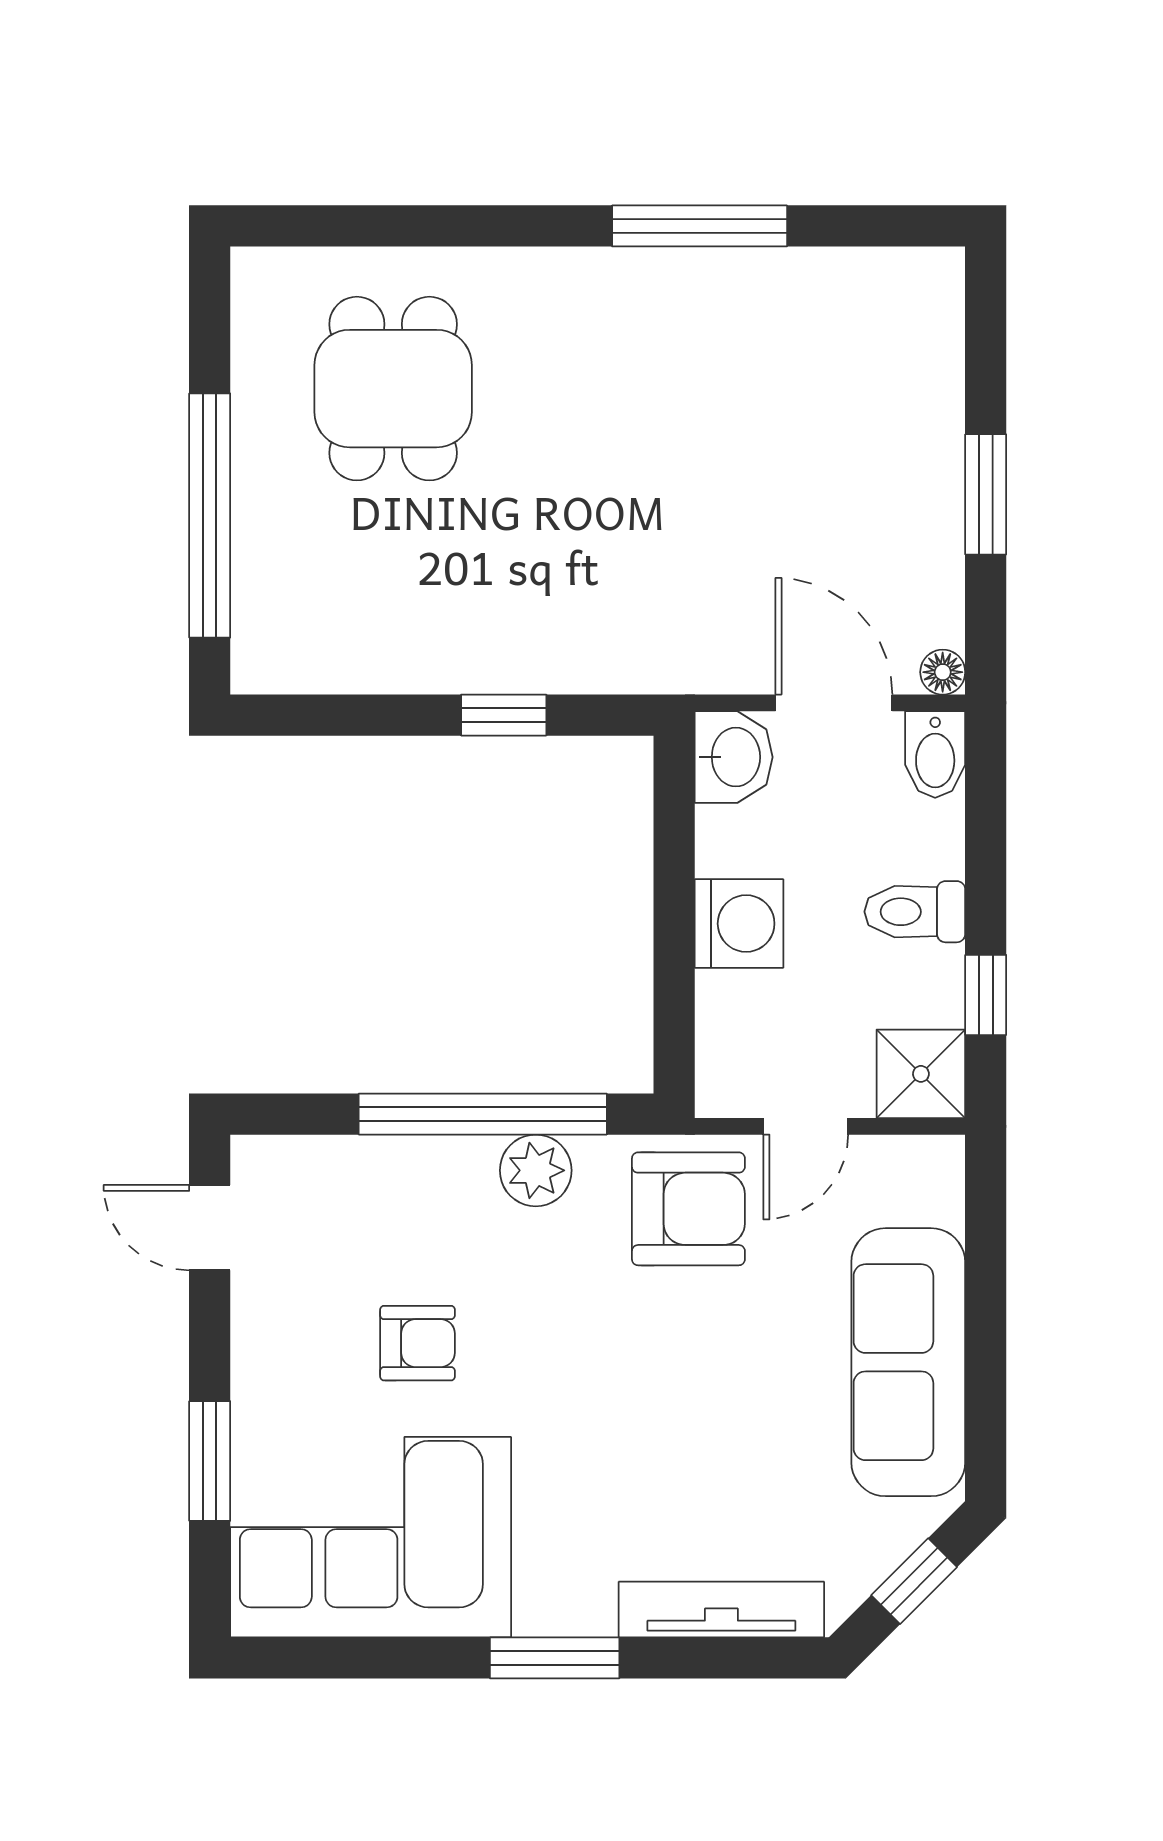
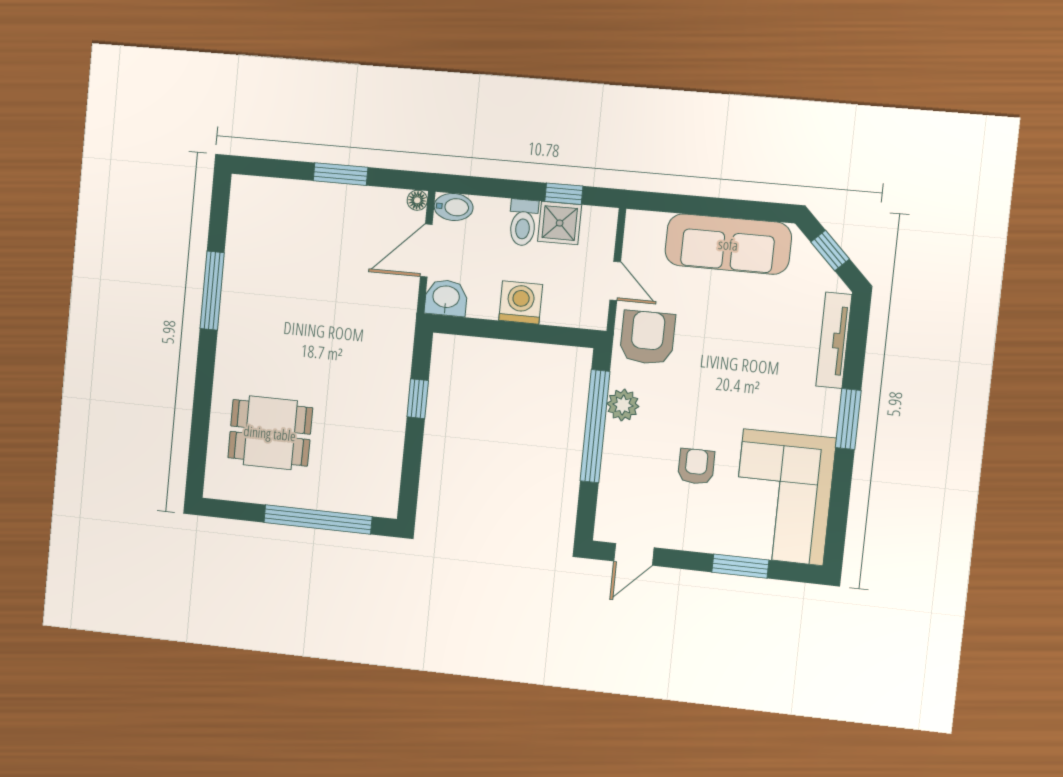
shower: (921, 1074) -> (560, 223), moved

